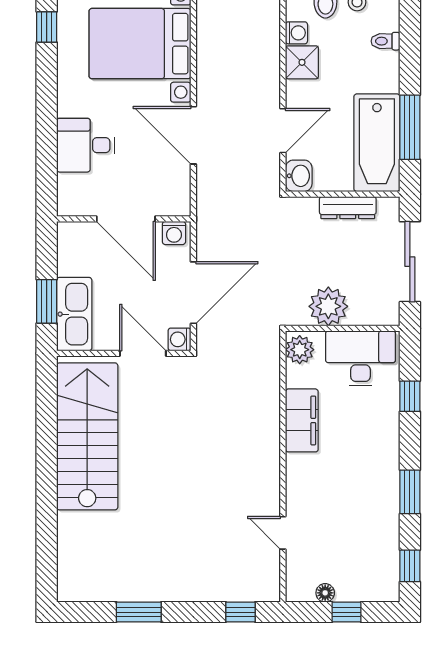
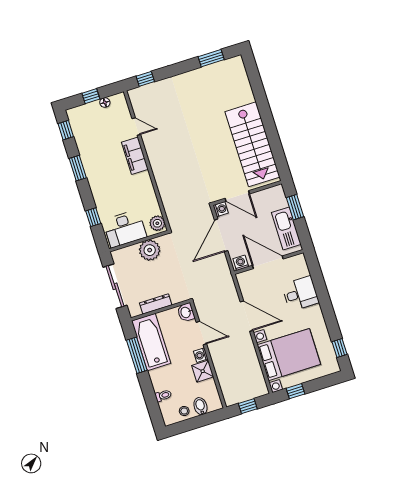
washing machine: (296, 33) -> (201, 355), moved
door: (283, 131) -> (201, 333), swing flipped
kitchen sink: (74, 314) -> (286, 228), moved
filing cabinet: (302, 420) -> (135, 156), moved
window: (139, 612) -> (211, 58), moved

